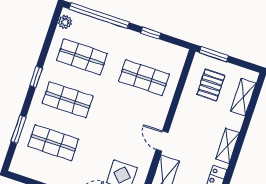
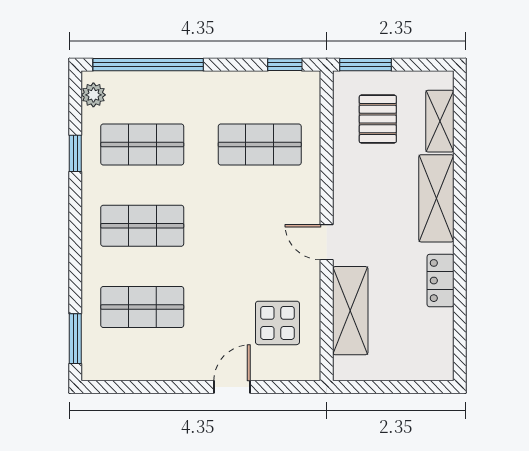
window: (151, 33) -> (285, 65), moved
window: (36, 77) -> (75, 153), moved
window: (18, 129) -> (75, 339), moved
shelving: (228, 146) -> (436, 198), width x1.50, depth x1.33

